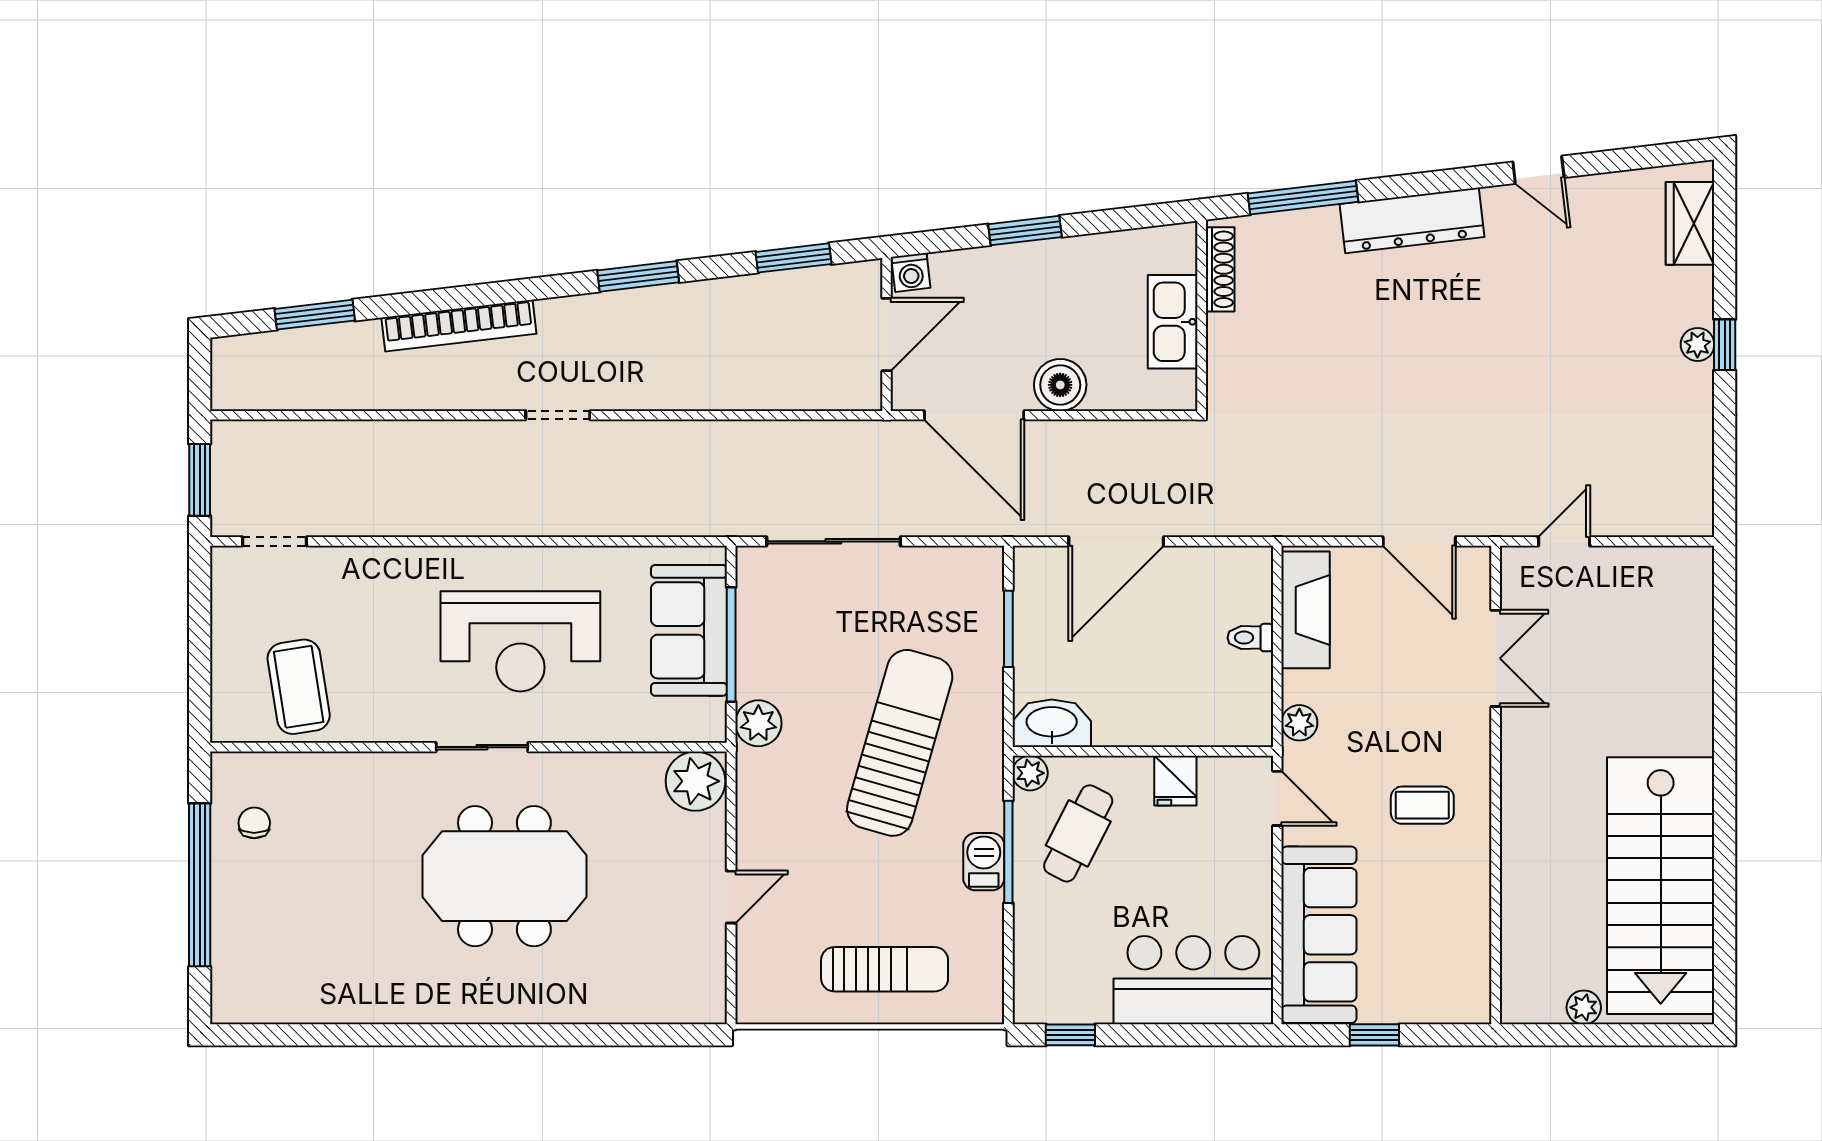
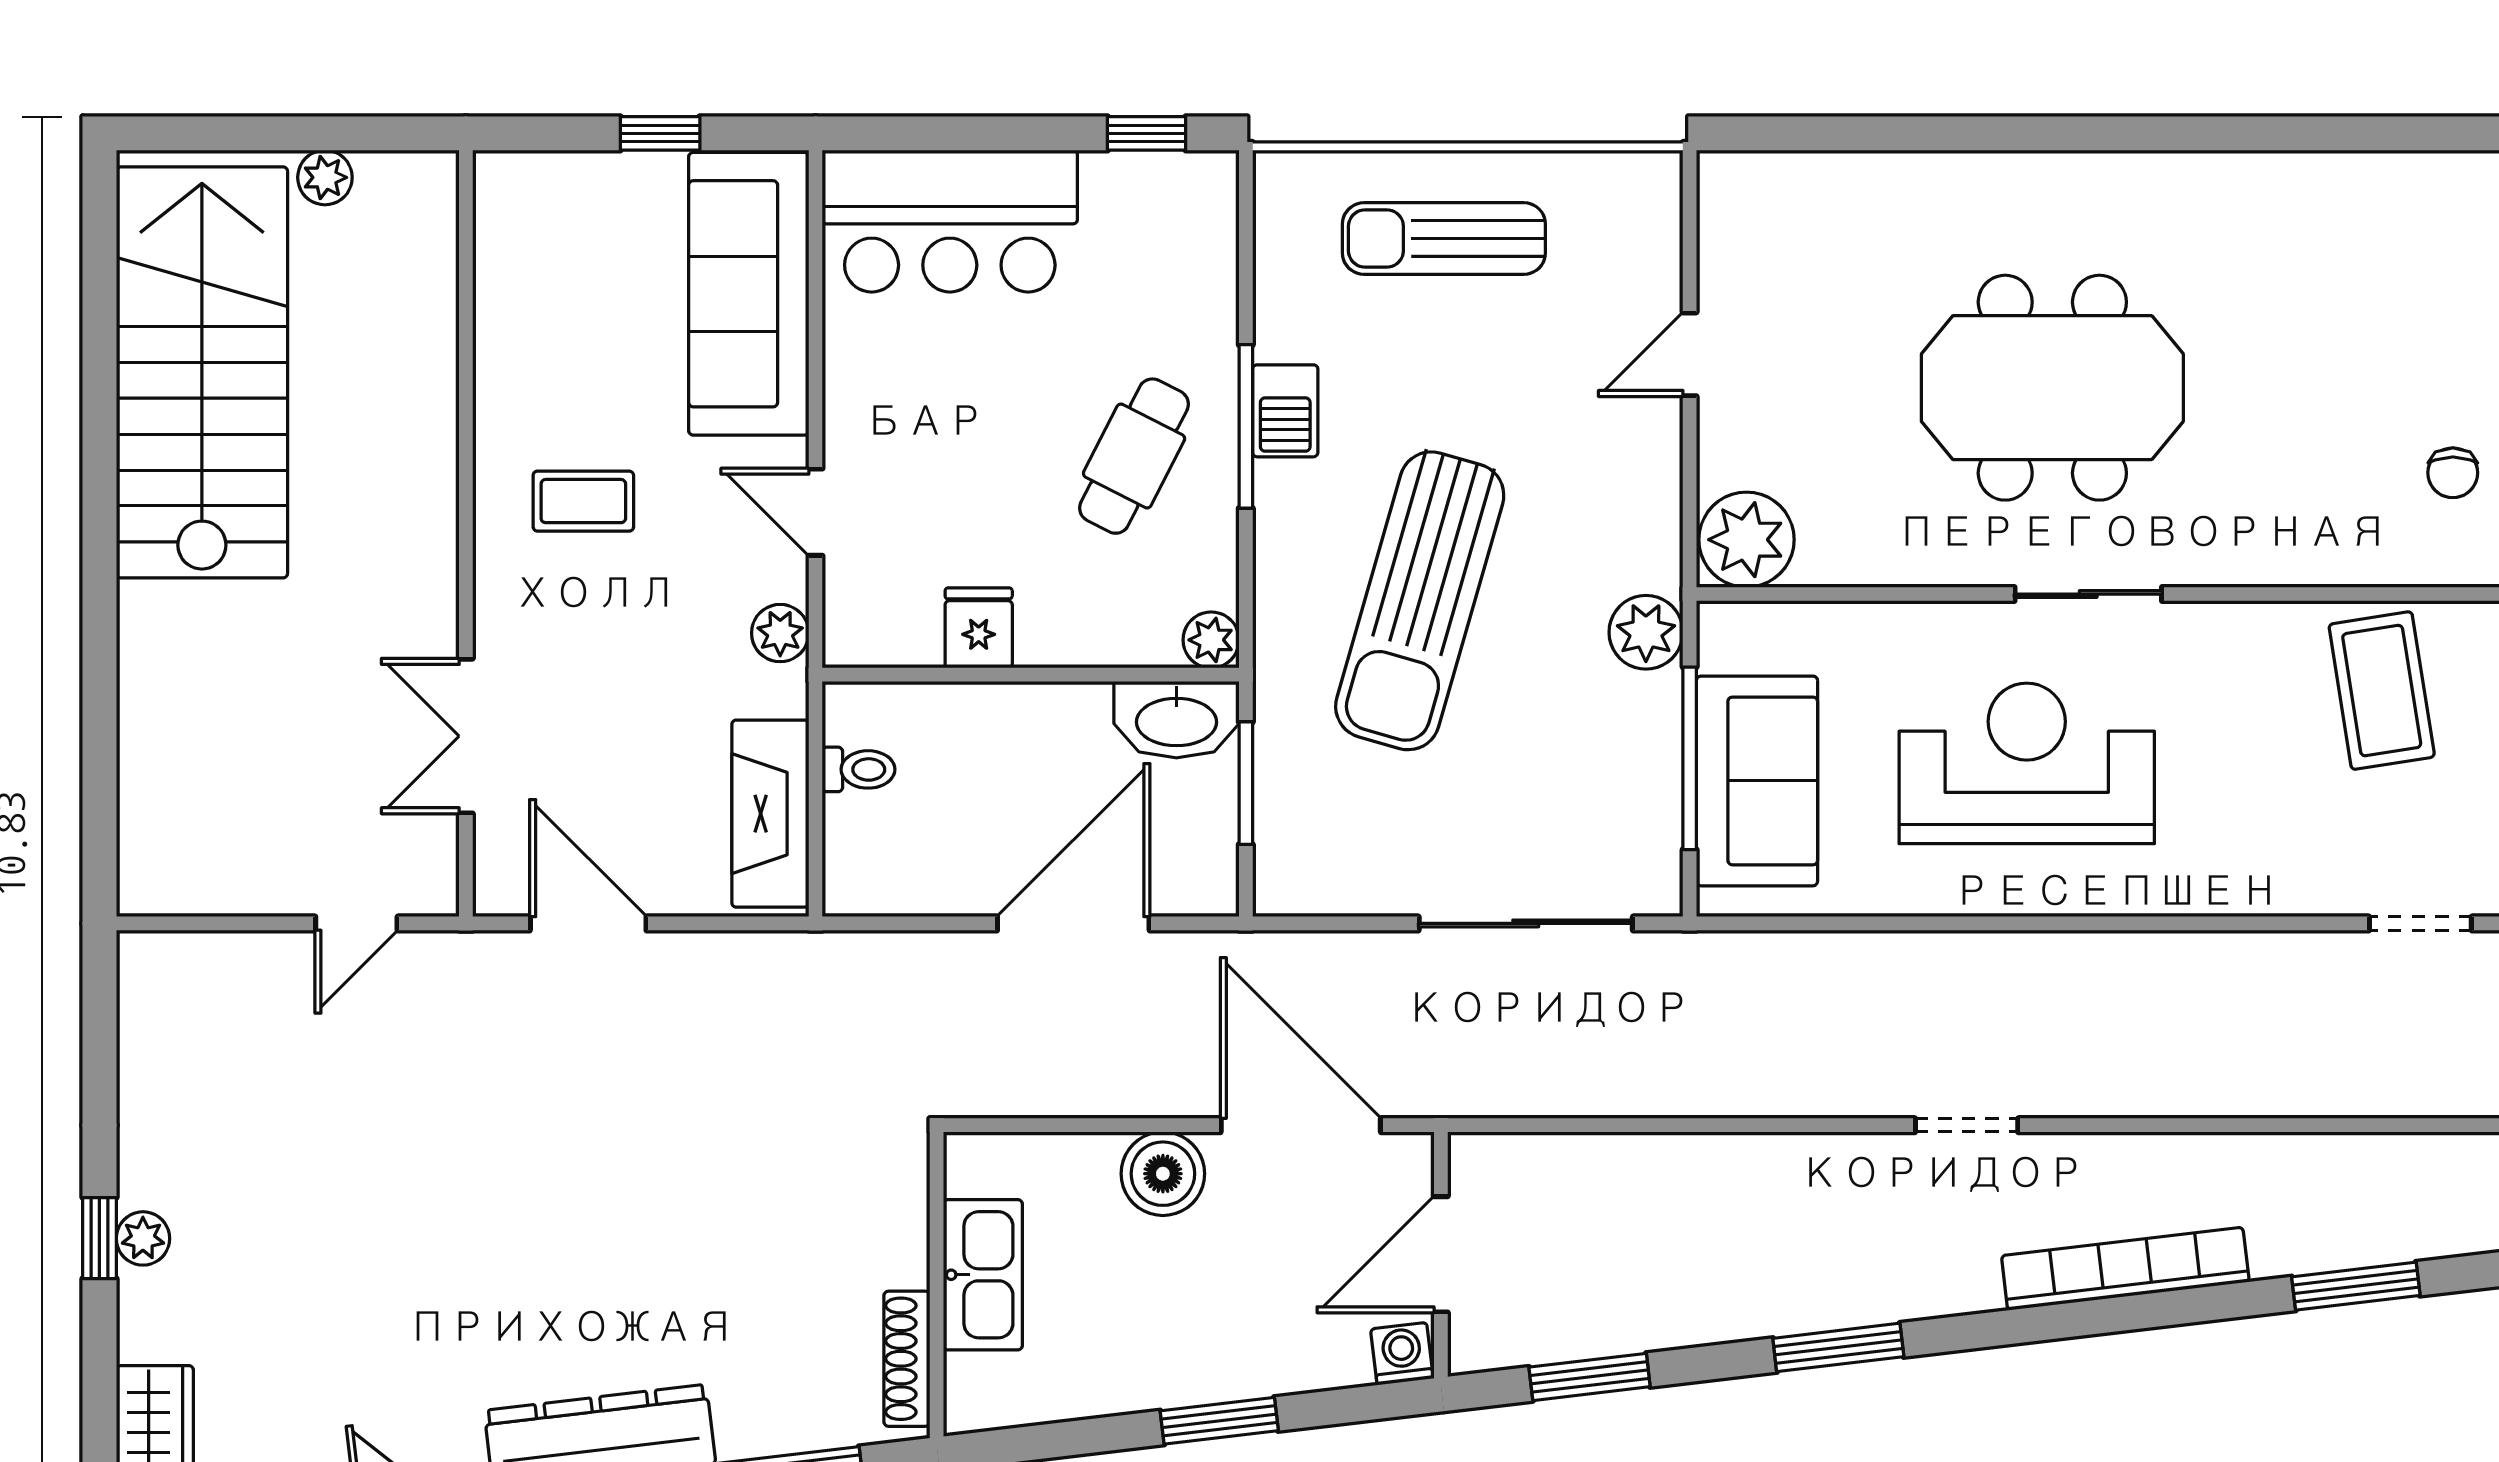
washbasin: (1052, 723) -> (1176, 720), moved
wall: (1143, 751) -> (1031, 675), moved
plant: (1030, 773) -> (1211, 640), moved
fridge: (1175, 781) -> (979, 628), moved

